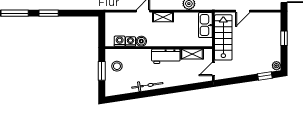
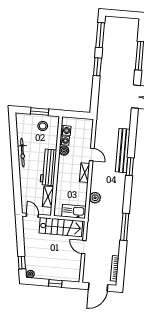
workbench: (166, 56) -> (48, 167), width x1.37

